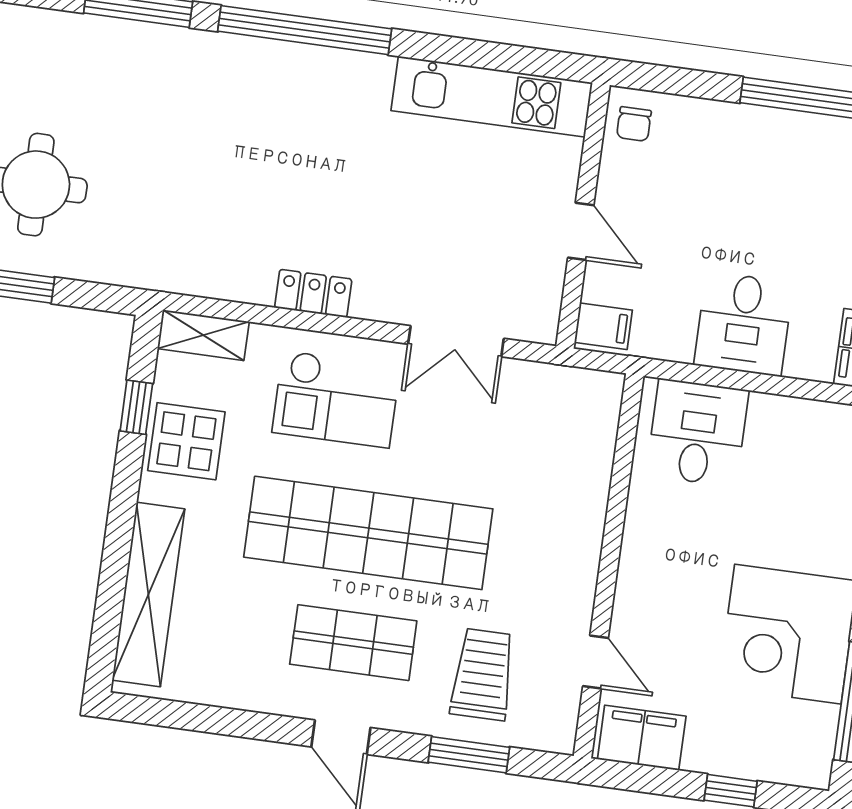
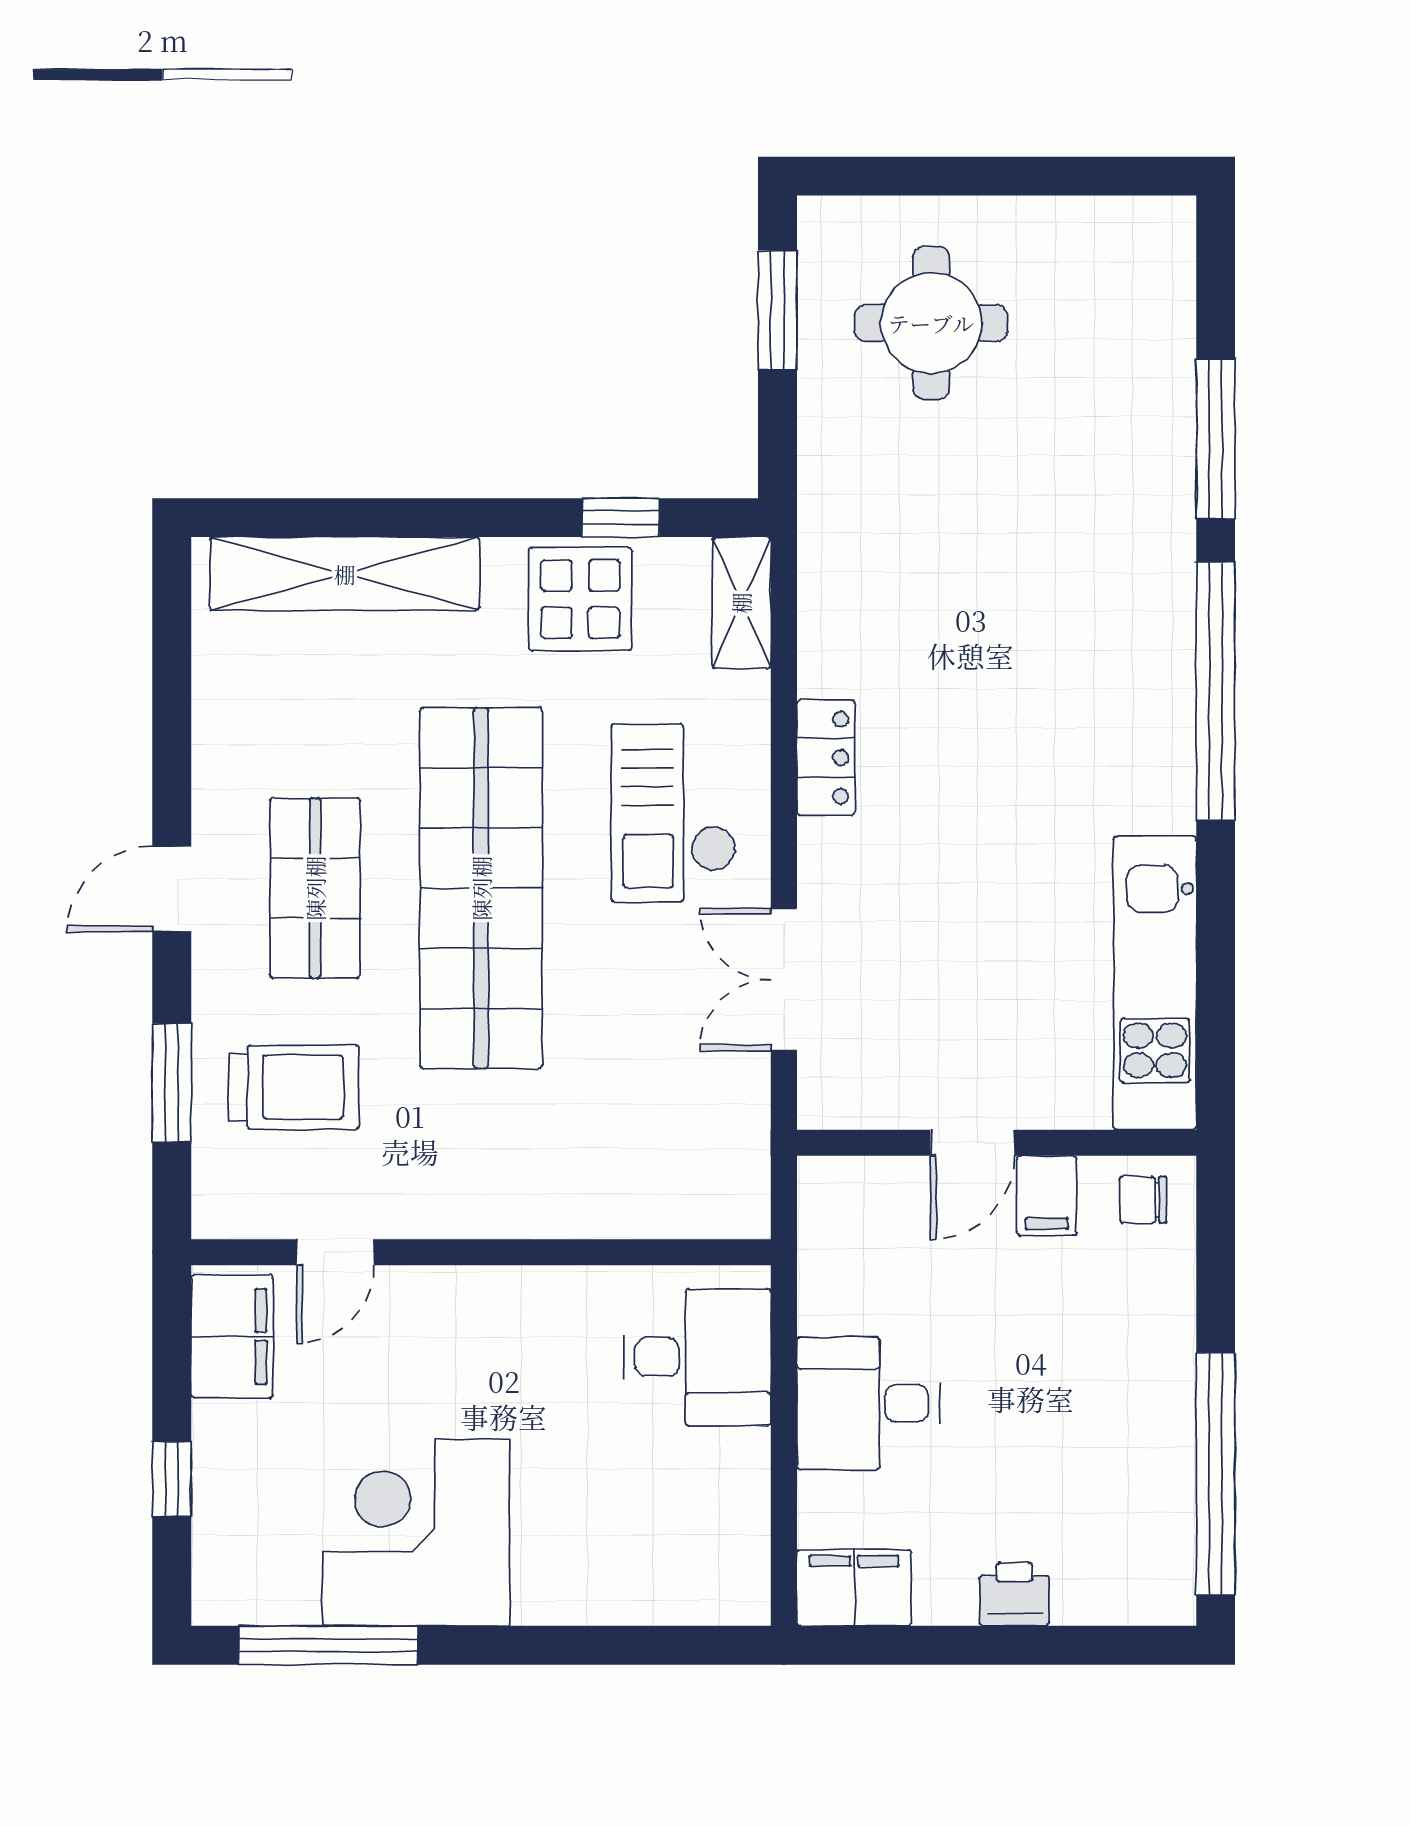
filing cabinet: (603, 326) -> (1047, 1196), moved

